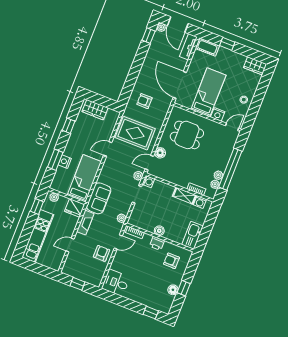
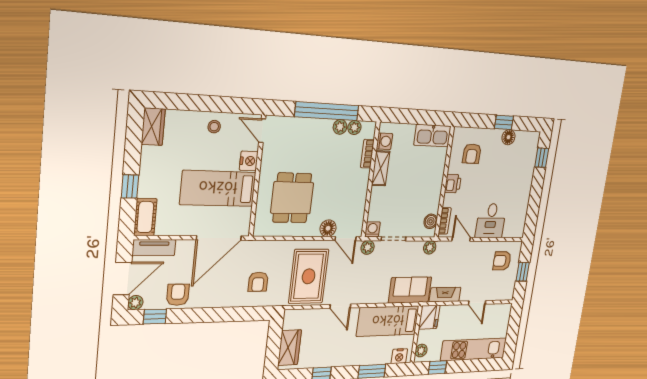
armchair: (156, 52) -> (178, 295), added
nightstand: (65, 162) -> (399, 356), moved
boiler: (159, 231) -> (431, 221), moved
armchair: (102, 253) -> (502, 261), moved
desk: (116, 283) -> (491, 221), moved

